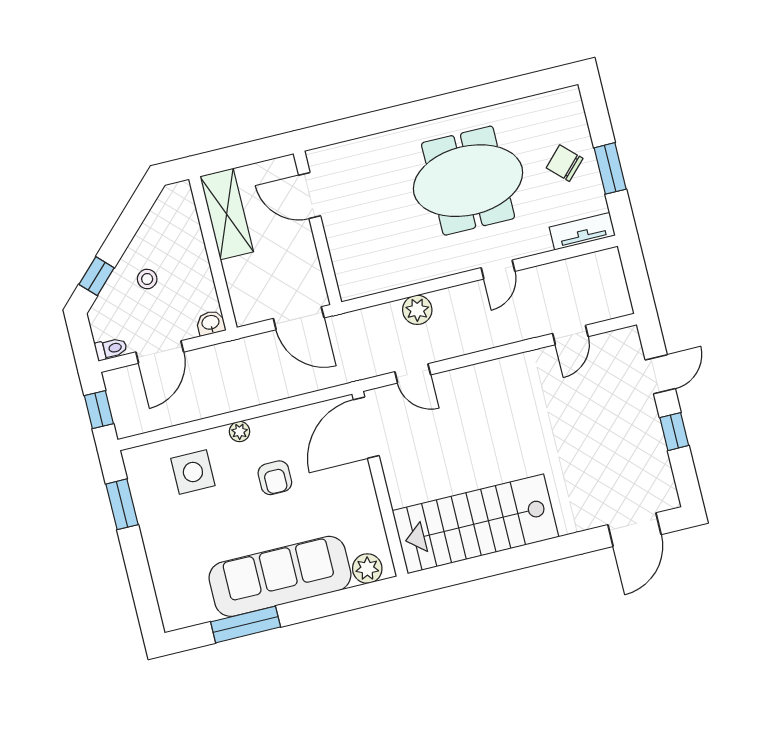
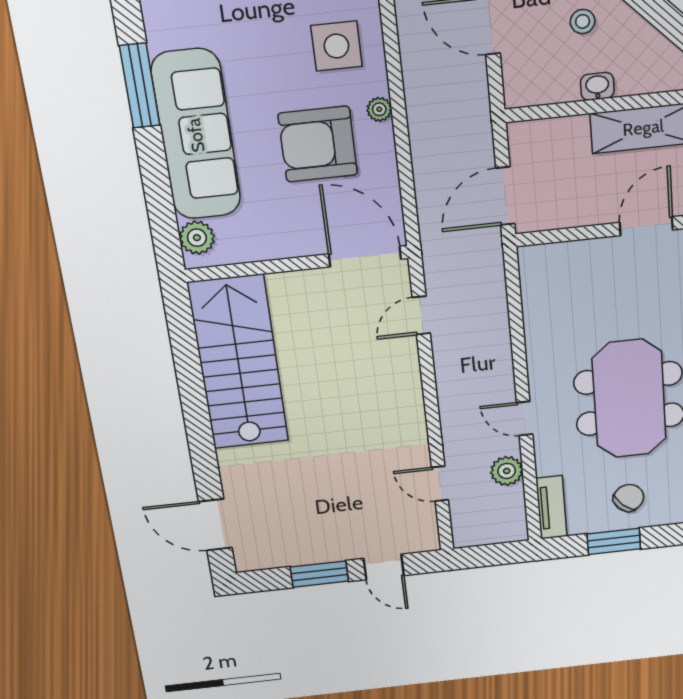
plant: (417, 310) -> (507, 471), moved
washbasin: (211, 323) -> (597, 86), moved, turned -90
window: (674, 432) -> (319, 574), width x1.50
armchair: (275, 478) -> (318, 144), width x1.88, depth x1.88

